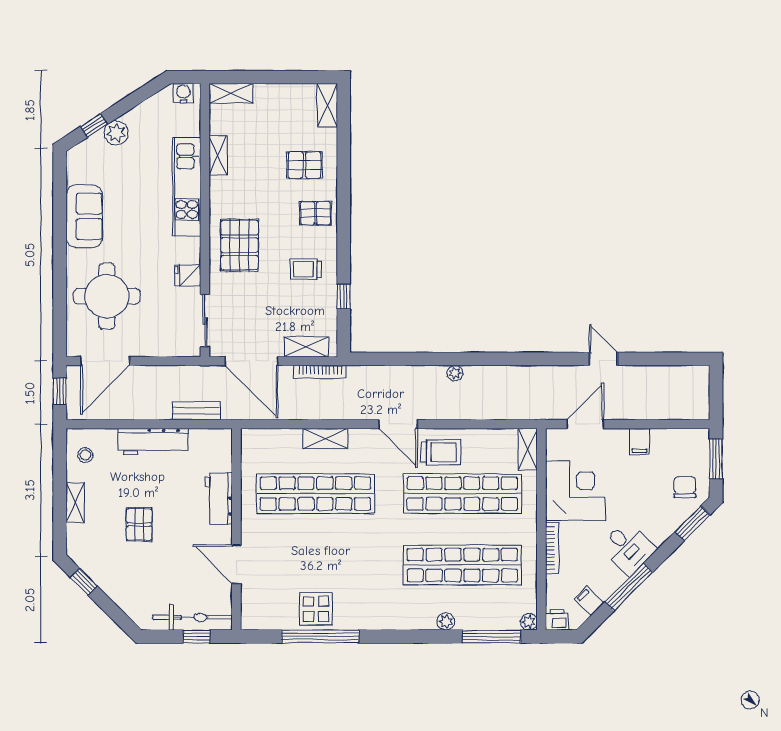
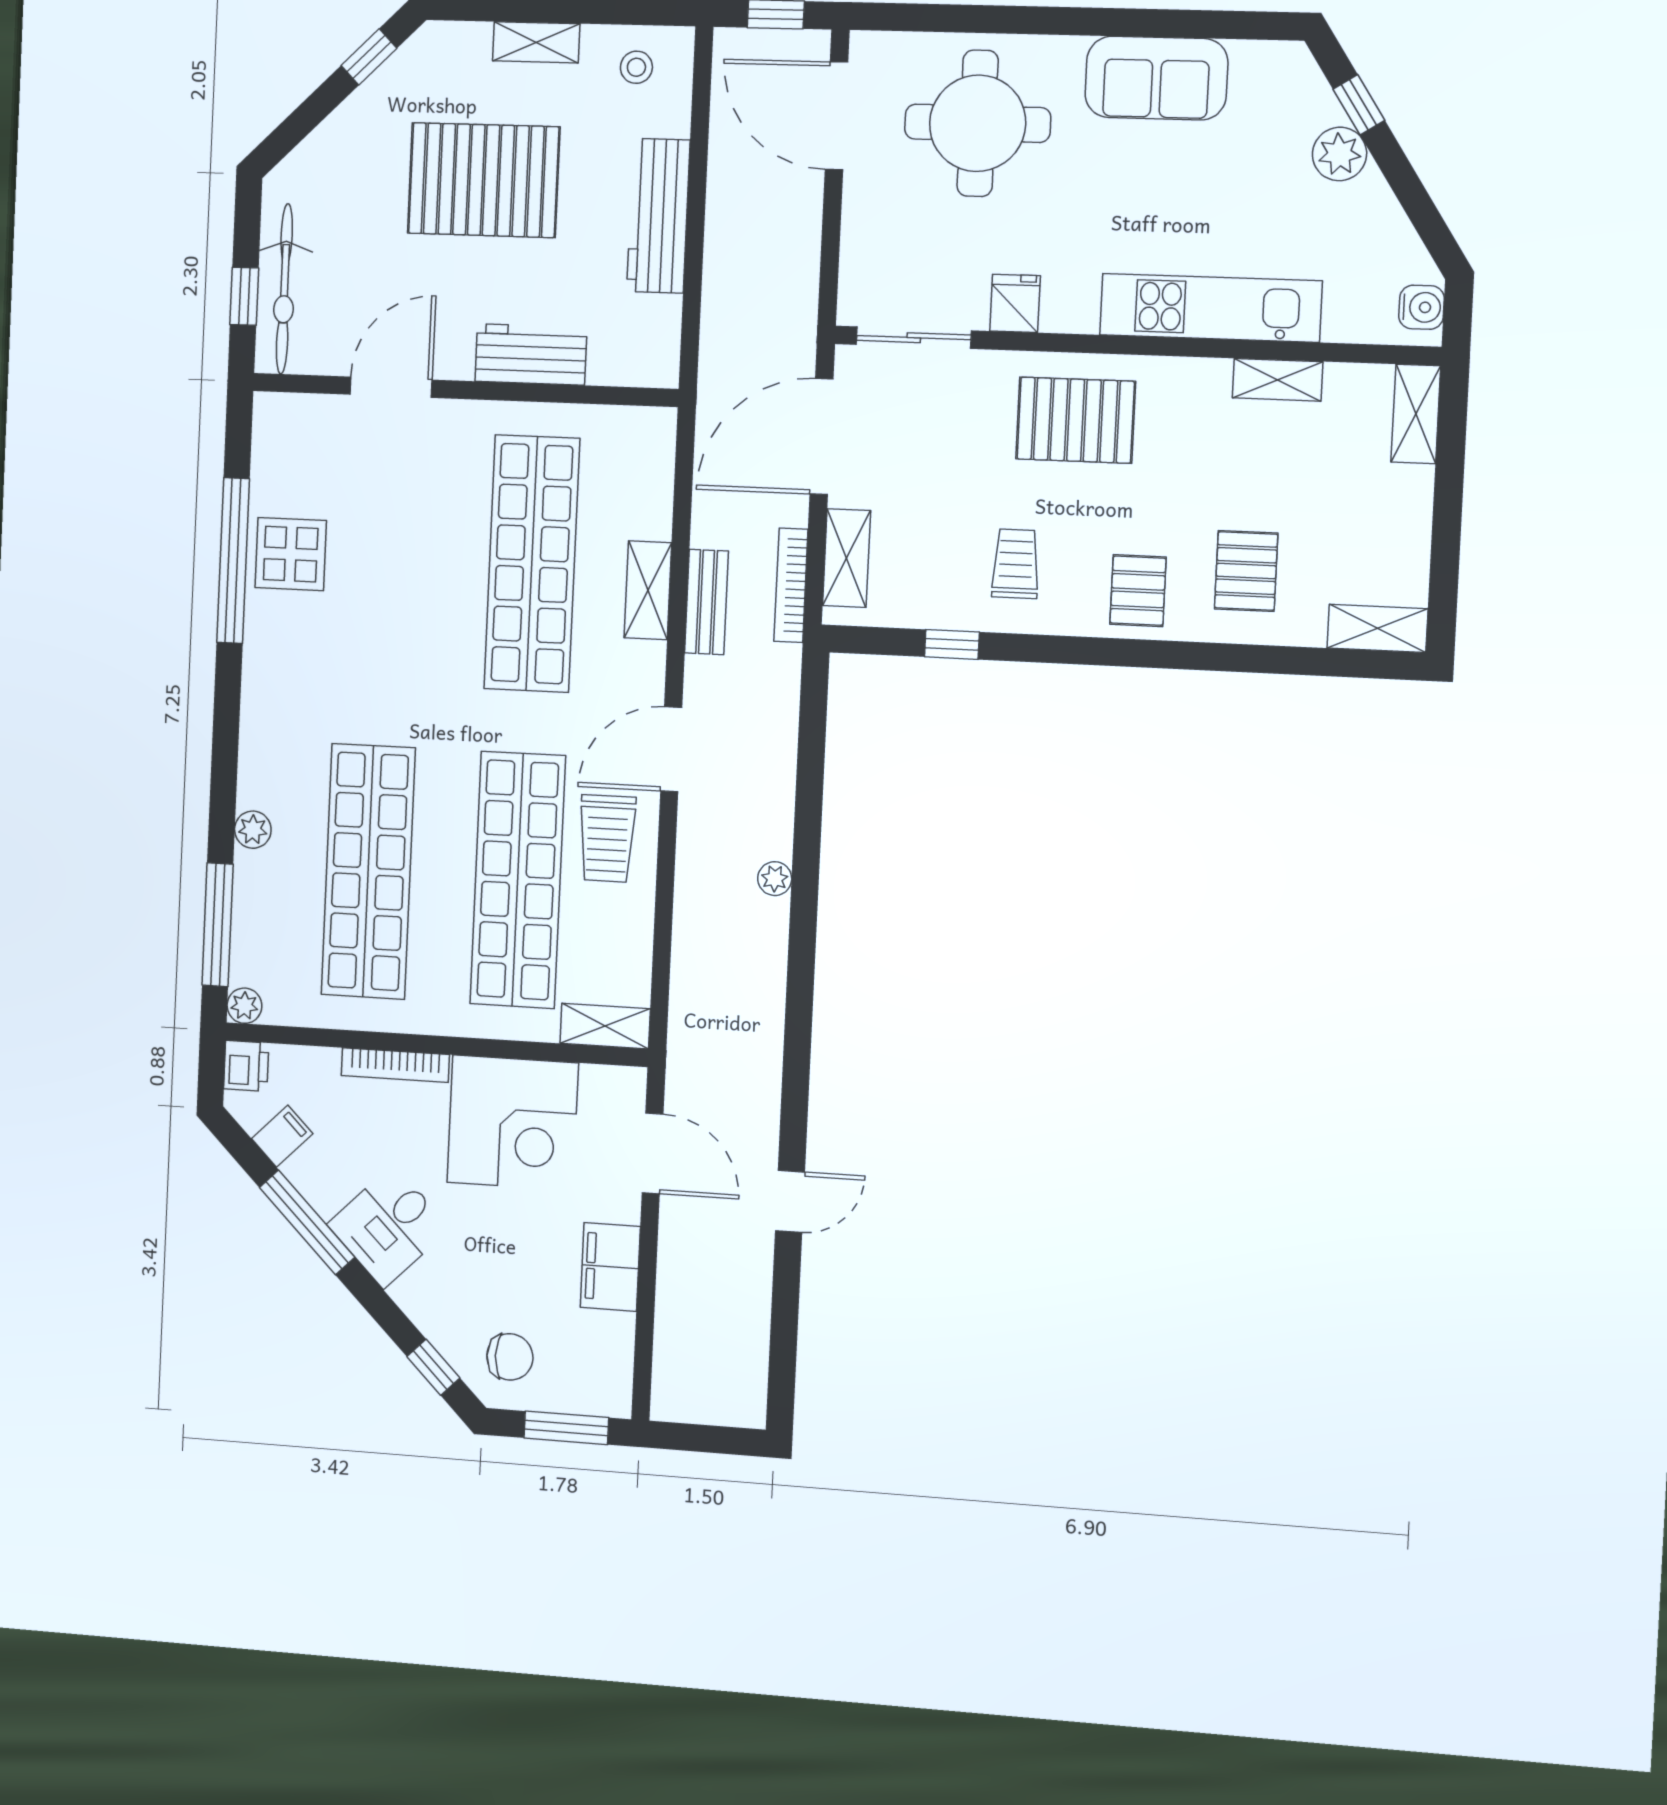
bench: (196, 411) -> (707, 602), moved
filing cabinet: (639, 442) -> (610, 1267), width x2.00
window: (692, 523) -> (433, 1367), width x0.67
pallet: (139, 524) -> (484, 180), width x2.05, depth x2.00

